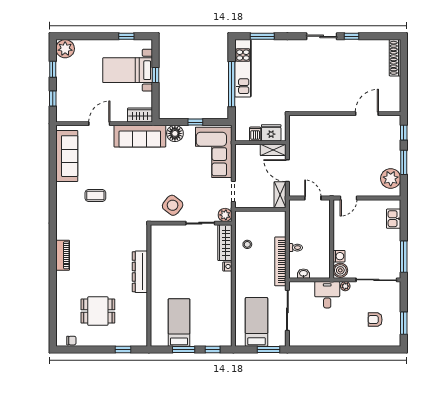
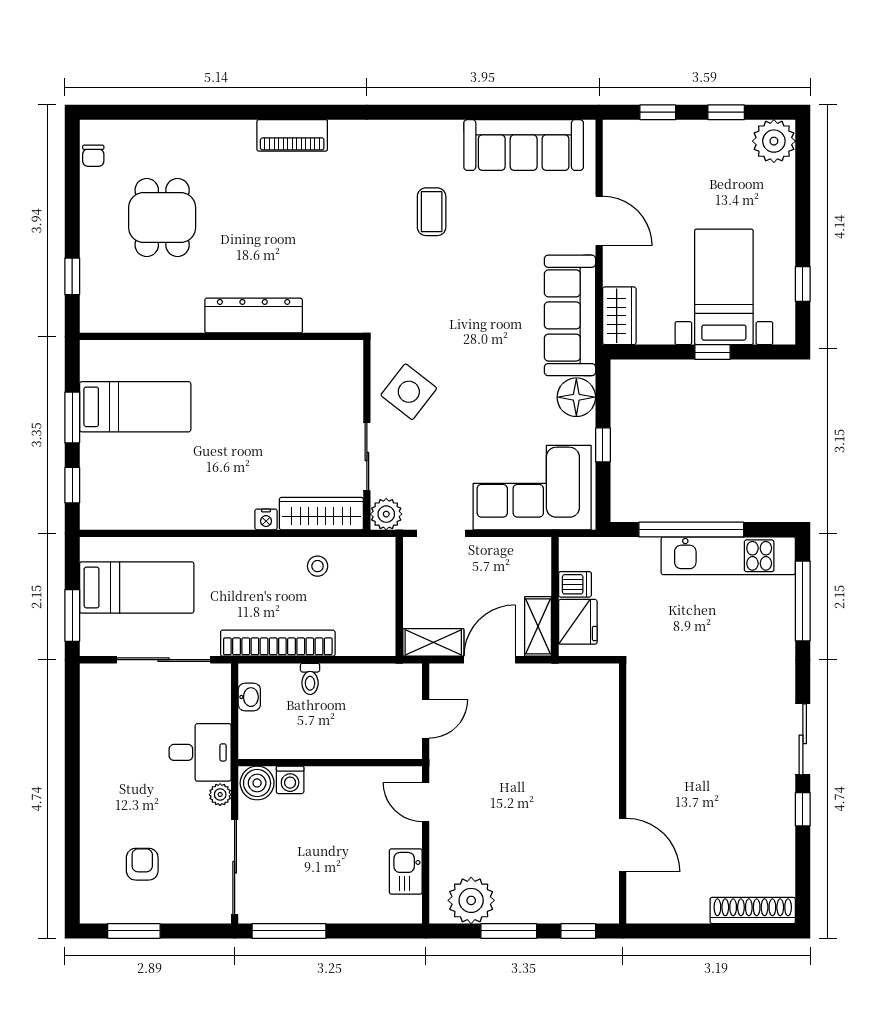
window: (262, 36) -> (803, 601), width x1.44
kitchen sink: (394, 219) -> (406, 872), moved, turned -90

